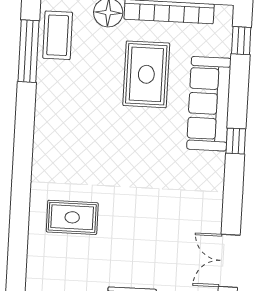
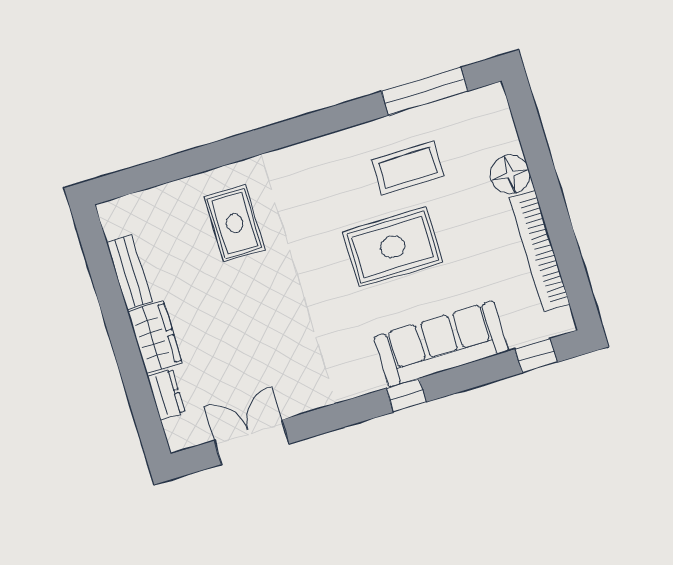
coffee table: (58, 35) -> (408, 168), moved
rug: (146, 74) -> (393, 247), moved

